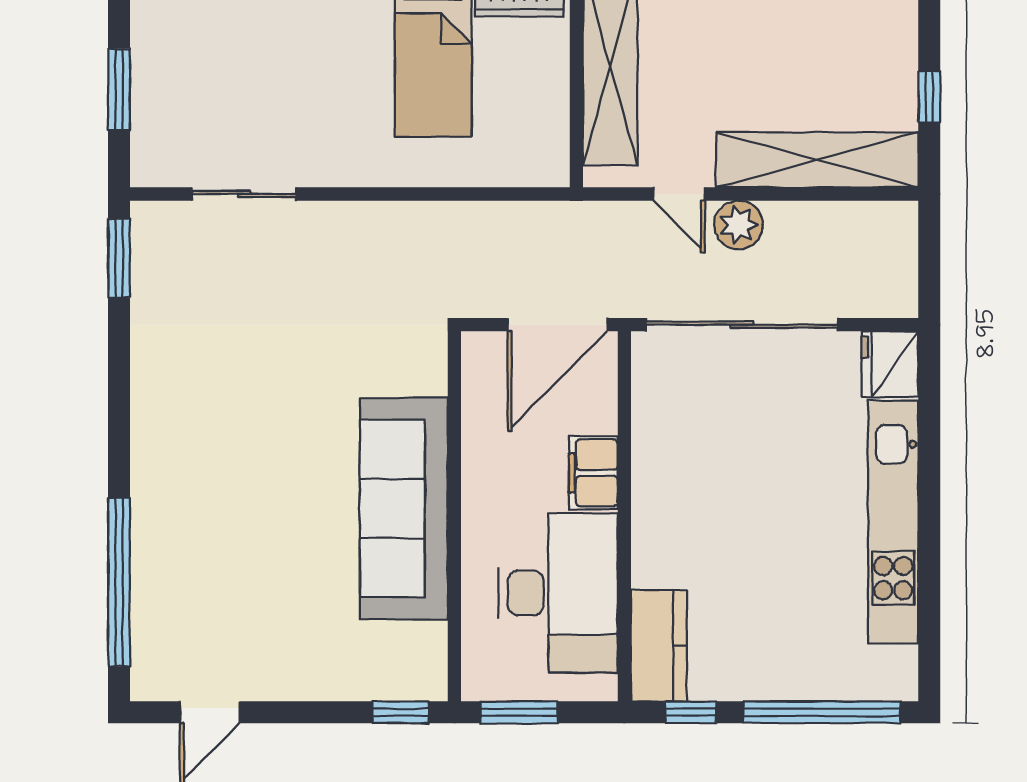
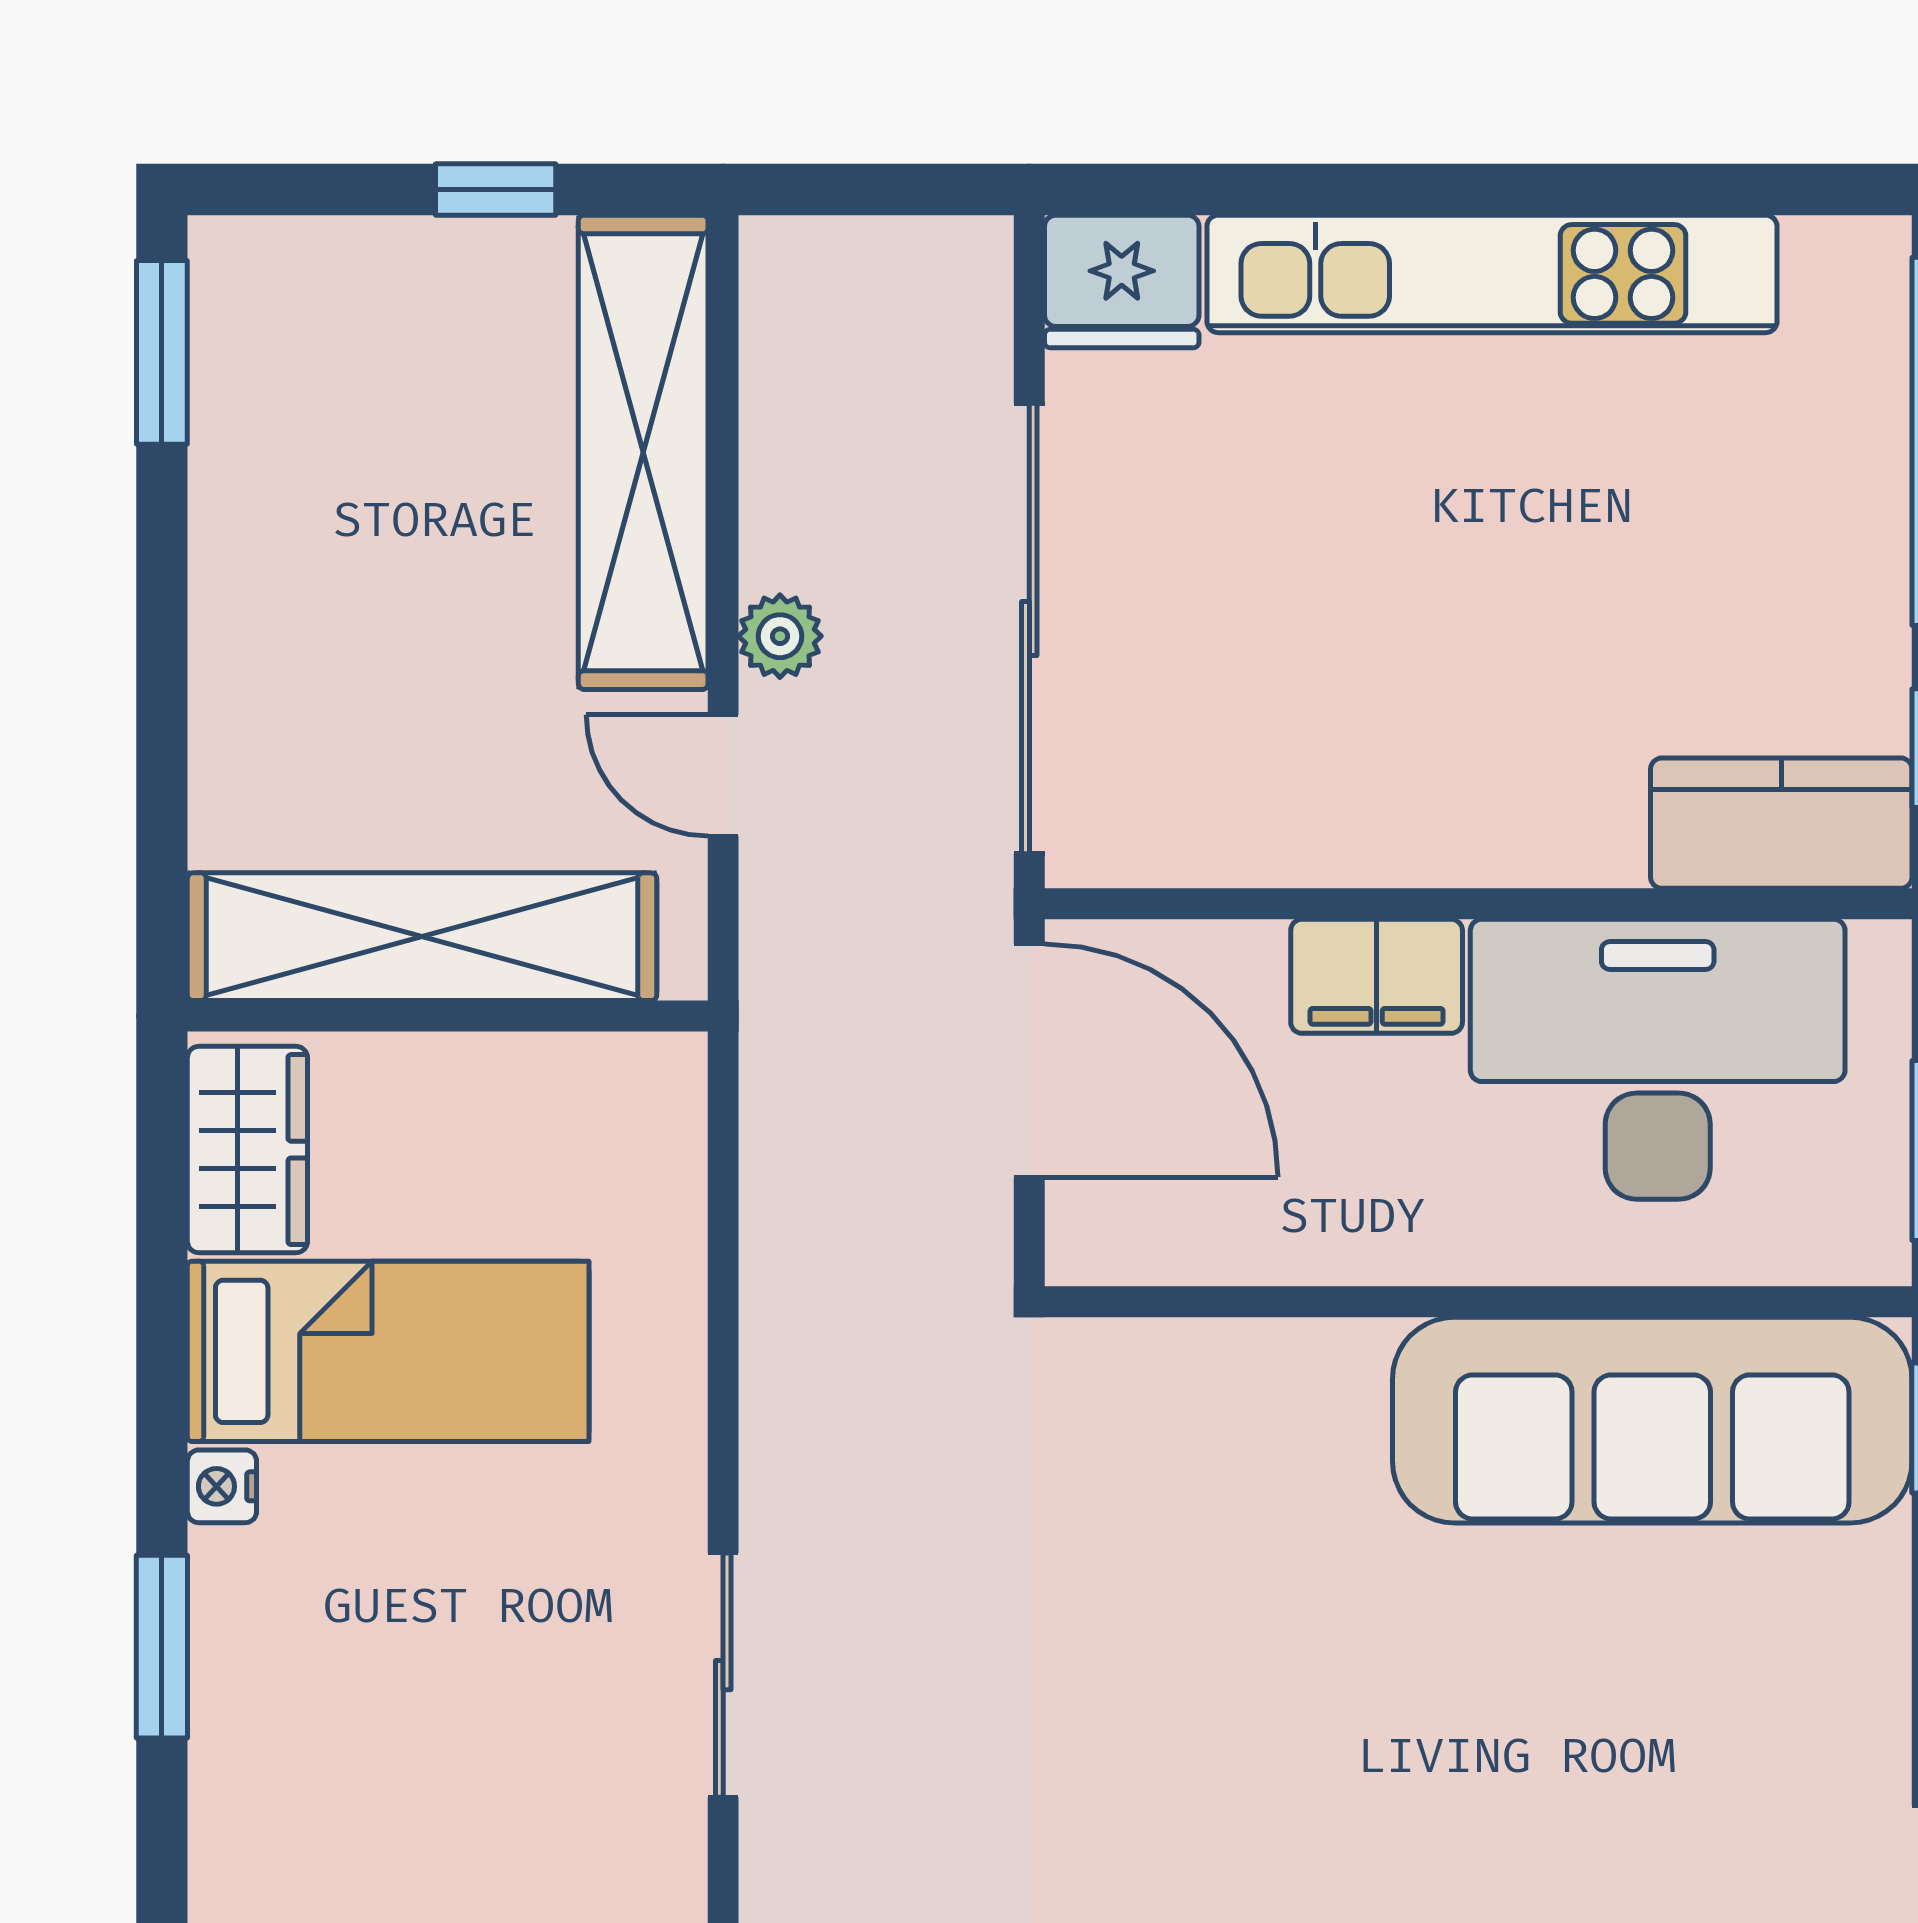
sliding door: (244, 194) -> (723, 1675), moved
door: (679, 194) -> (723, 775), swing flipped
plant: (739, 225) -> (780, 636), width x0.73, depth x0.73
sofa: (404, 509) -> (1652, 1420), moved

